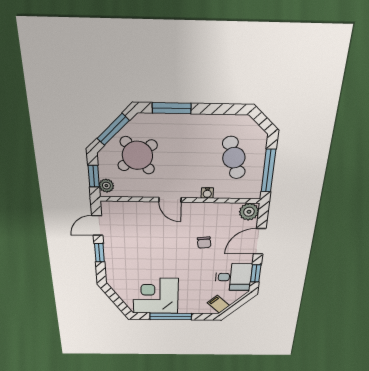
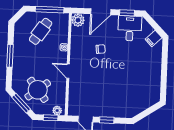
window: (172, 108) -> (10, 56), moved
cafe table: (234, 158) -> (41, 31), turned -39
door: (170, 200) -> (68, 71), swing flipped
door: (260, 241) -> (101, 12), hinge flipped
corner desk: (156, 296) -> (145, 84), removed
window: (171, 316) -> (164, 73), removed

